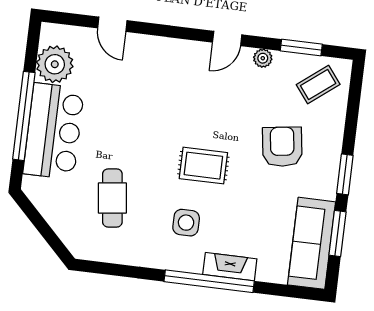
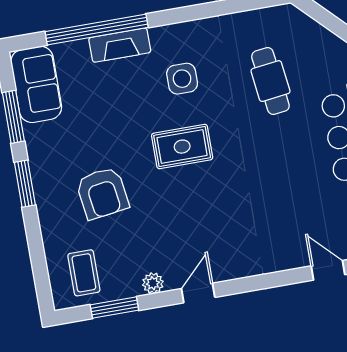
coffee table: (318, 84) -> (84, 273), turned -52
sofa: (312, 243) -> (36, 84), width x0.73
window: (209, 281) -> (97, 30), moved

